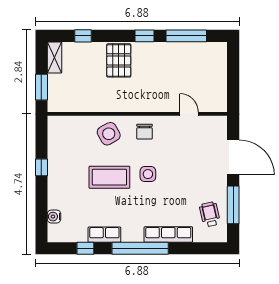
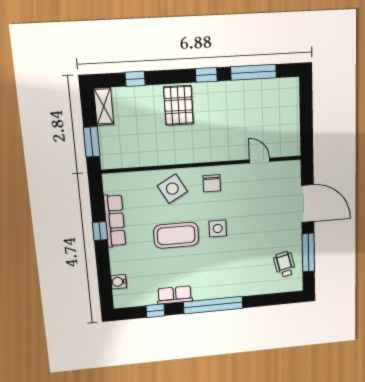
row of seats: (168, 235) -> (115, 221), moved, turned 90

